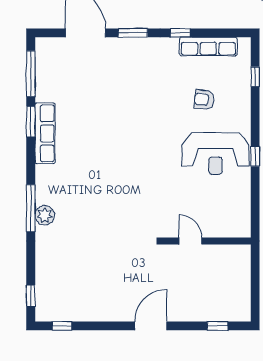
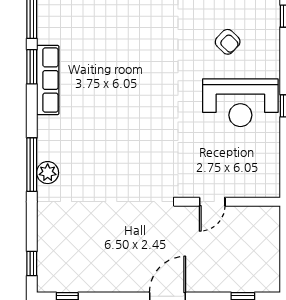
armchair: (204, 100) -> (228, 42), turned -143
door: (190, 241) -> (212, 202), swing flipped

